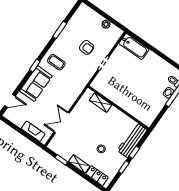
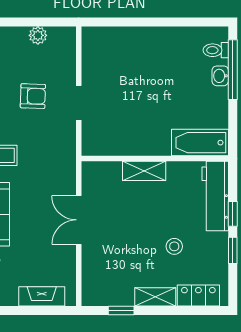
bathtub: (134, 46) -> (200, 143), moved, turned 180
shelving: (101, 103) -> (144, 171), moved
double door: (62, 123) -> (79, 220), moved

